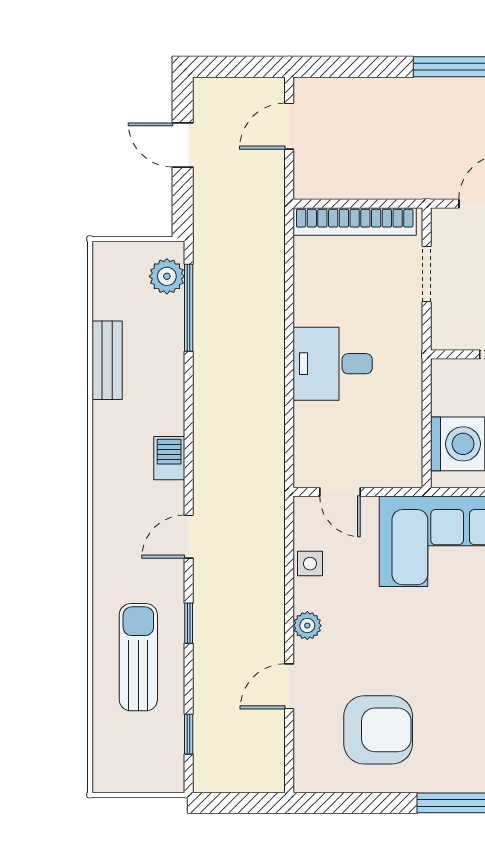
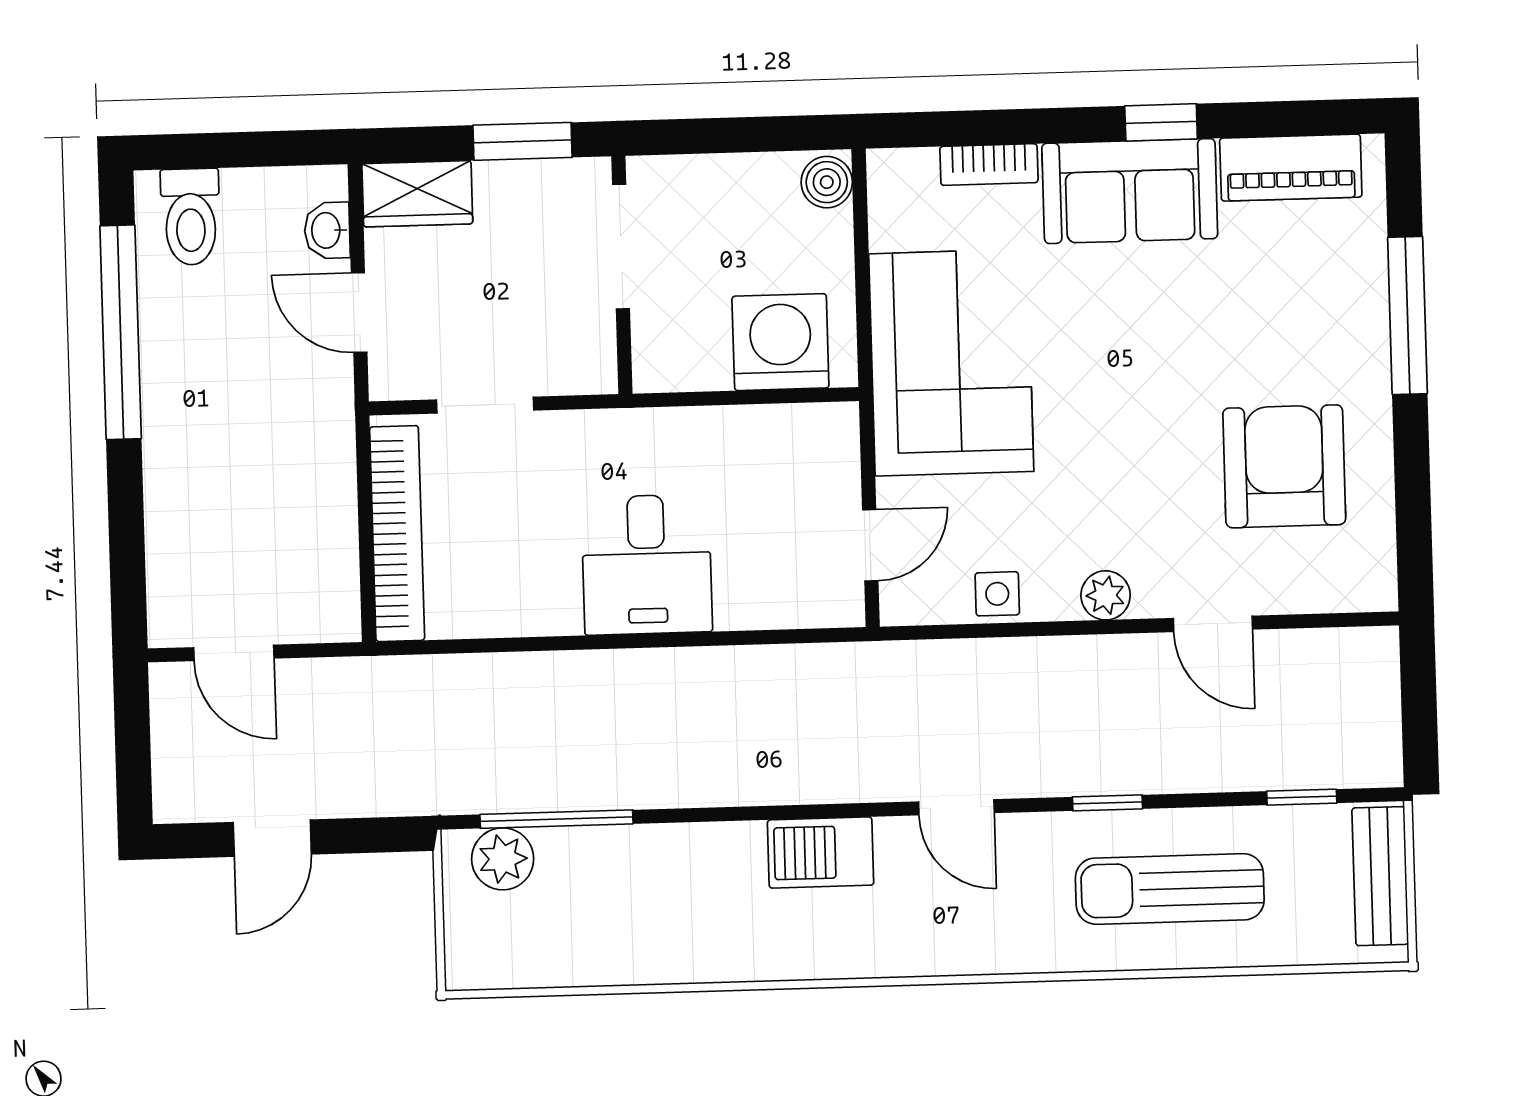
bench: (107, 360) -> (1380, 876), moved, turned 90
barbecue: (169, 458) -> (821, 853), width x1.38, depth x1.27

